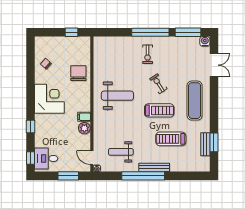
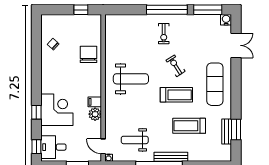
corner desk: (49, 99) -> (57, 110), moved

